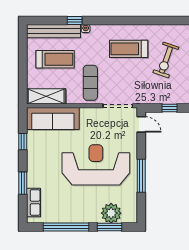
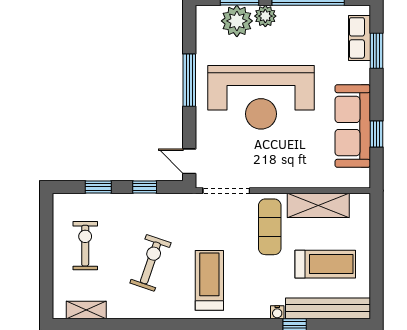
treadmill: (129, 49) -> (209, 280), turned -90
treadmill: (55, 59) -> (325, 264), turned 180
shelving: (46, 96) -> (318, 205), moved
sofa: (53, 118) -> (353, 126), moved, turned -90
window: (23, 183) -> (376, 51), moved
plant: (93, 216) -> (265, 16), added

